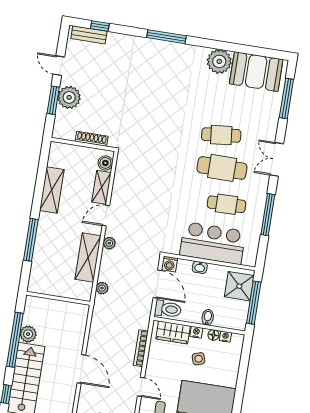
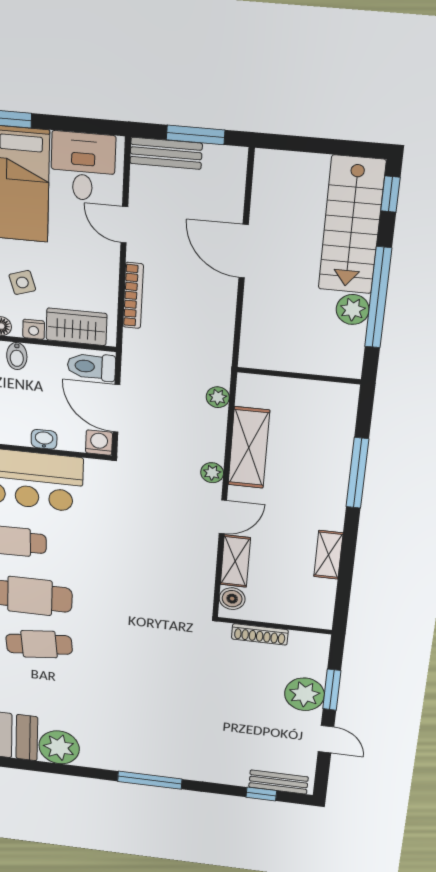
shelving: (52, 190) -> (328, 555), width x0.67, depth x0.75

